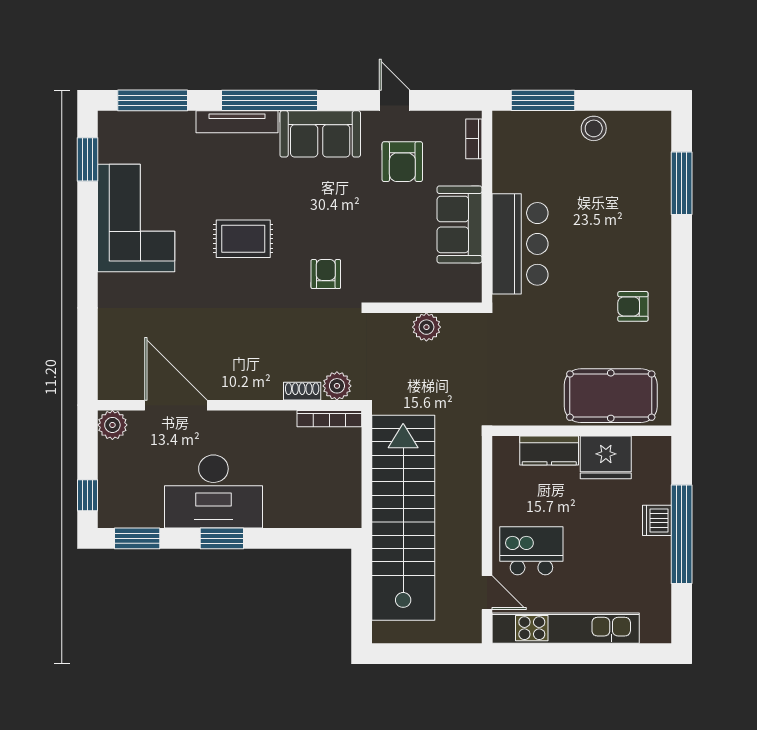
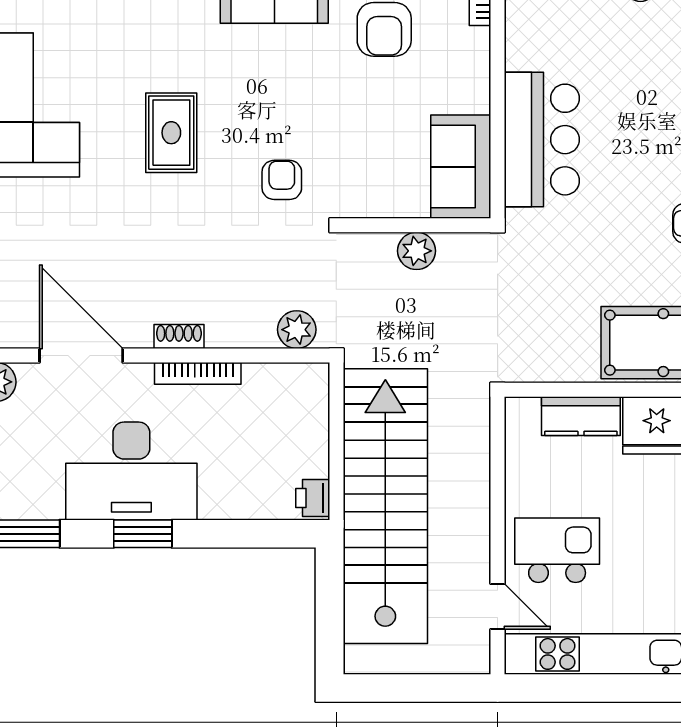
sofa: (460, 224) -> (461, 167), moved
rug: (243, 239) -> (171, 133), turned 90
shoe rack: (302, 391) -> (179, 337), moved
bookcase: (329, 419) -> (198, 373), moved
printer: (349, 512) -> (313, 498), added

